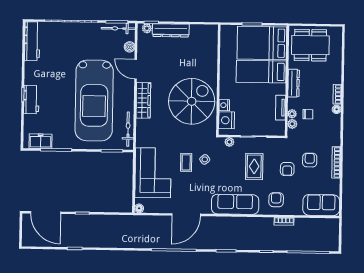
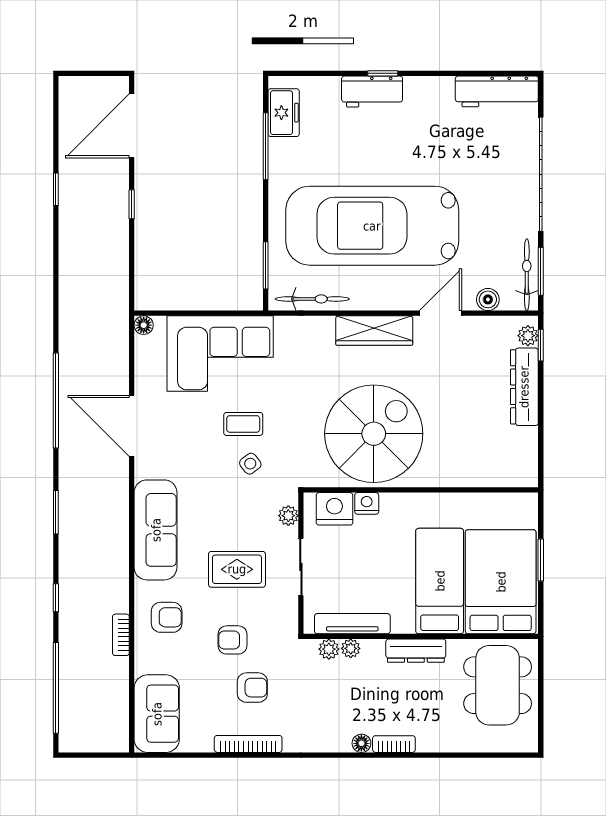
spiral stairs: (192, 101) -> (374, 434), turned -90
tv unit: (281, 108) -> (352, 624), width x1.41
chair: (308, 114) -> (350, 682), removed

